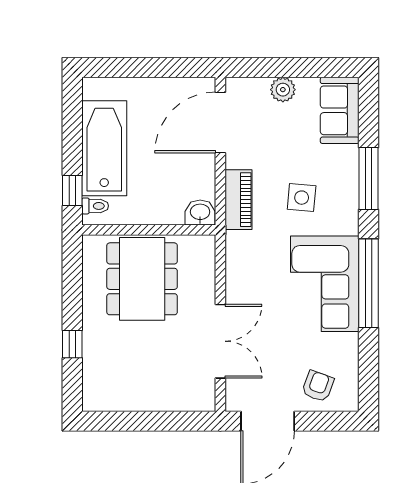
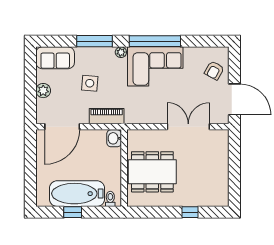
door: (220, 122) -> (62, 127), hinge flipped
window: (72, 190) -> (73, 212), moved
side table: (302, 198) -> (90, 83), moved
plant: (349, 224) -> (121, 52), added
armchair: (318, 386) -> (214, 70), turned -81

